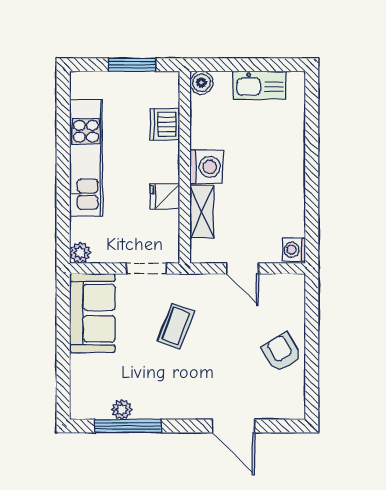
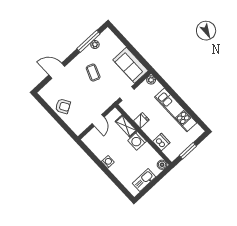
washing machine: (294, 250) -> (108, 162), moved
door: (242, 268) -> (98, 120), swing flipped
coffee table: (176, 326) -> (93, 73), moved

